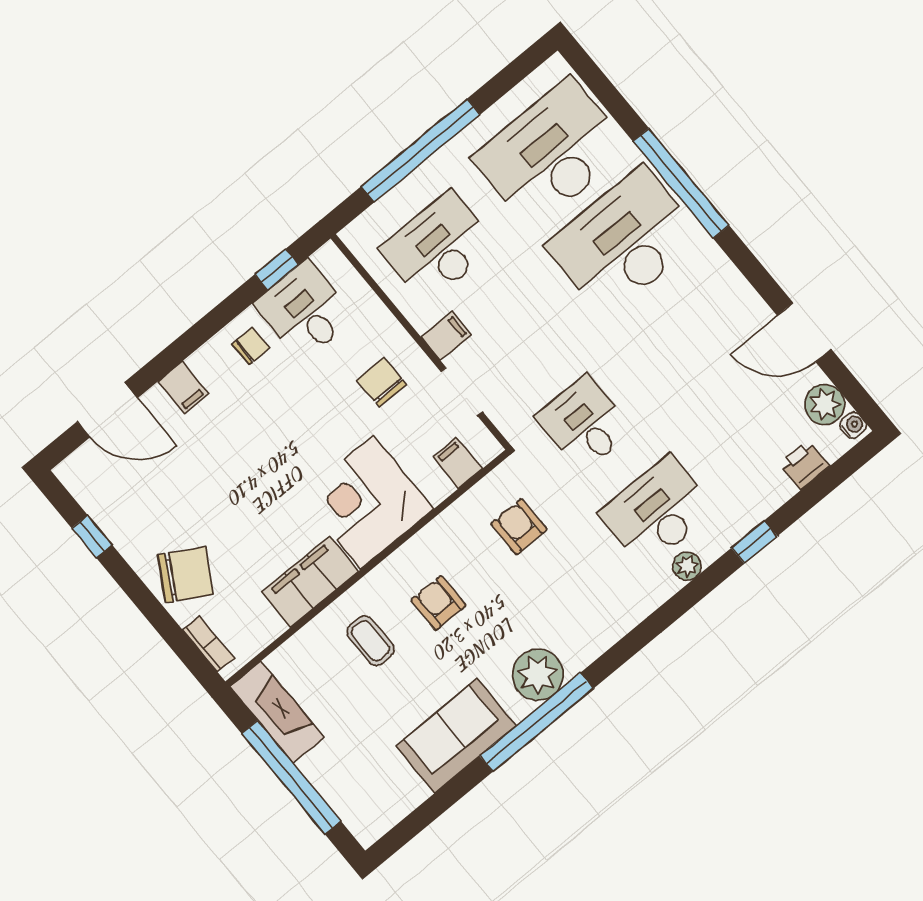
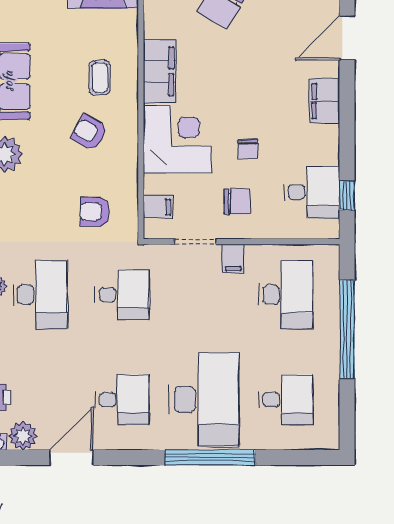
desk: (551, 153) -> (286, 400), width x0.53, depth x0.77
desk: (697, 330) -> (122, 400), added
chair: (251, 346) -> (248, 149), moved
filing cabinet: (183, 388) -> (325, 101), width x2.00
armchair: (519, 527) -> (95, 212), turned 180
armchair: (439, 603) -> (89, 132), turned -150
coffee table: (370, 641) -> (100, 78), turned 90

